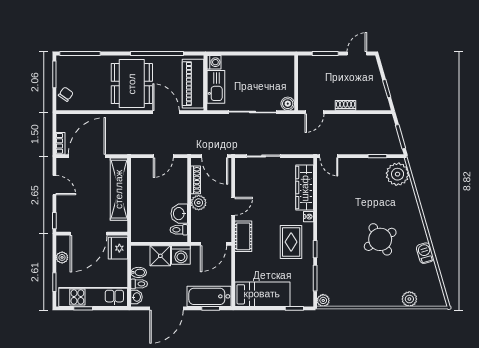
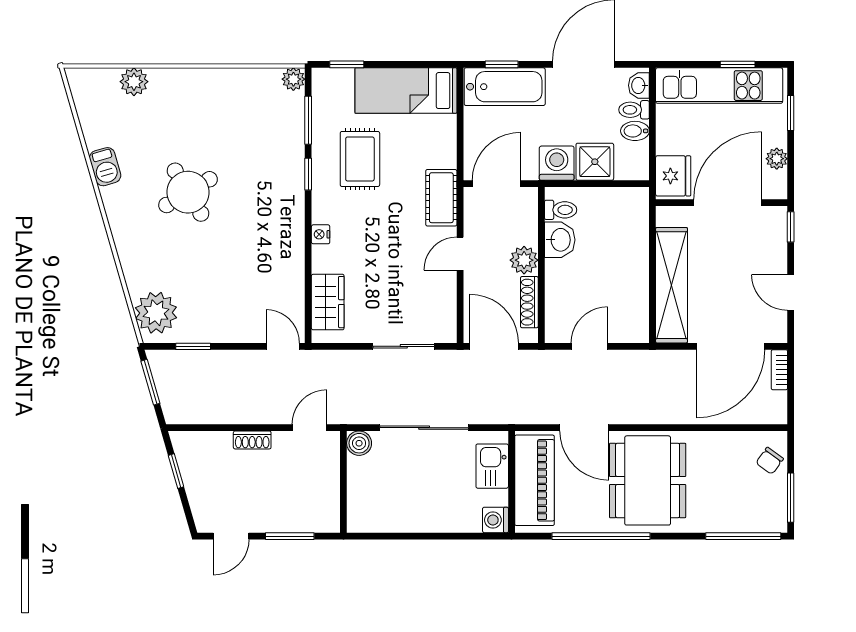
kitchen sink: (216, 87) -> (492, 466), width x0.73
wardrobe: (305, 188) -> (328, 302), width x0.67
rug: (291, 242) -> (360, 159), moved

